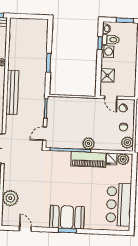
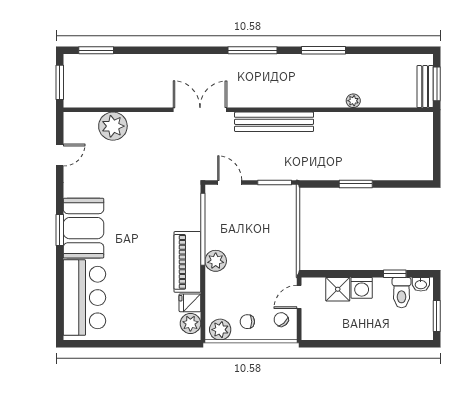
washing machine: (108, 52) -> (362, 288), moved
bench: (12, 92) -> (274, 122), moved
bar counter: (119, 205) -> (84, 298), moved, turned 90

